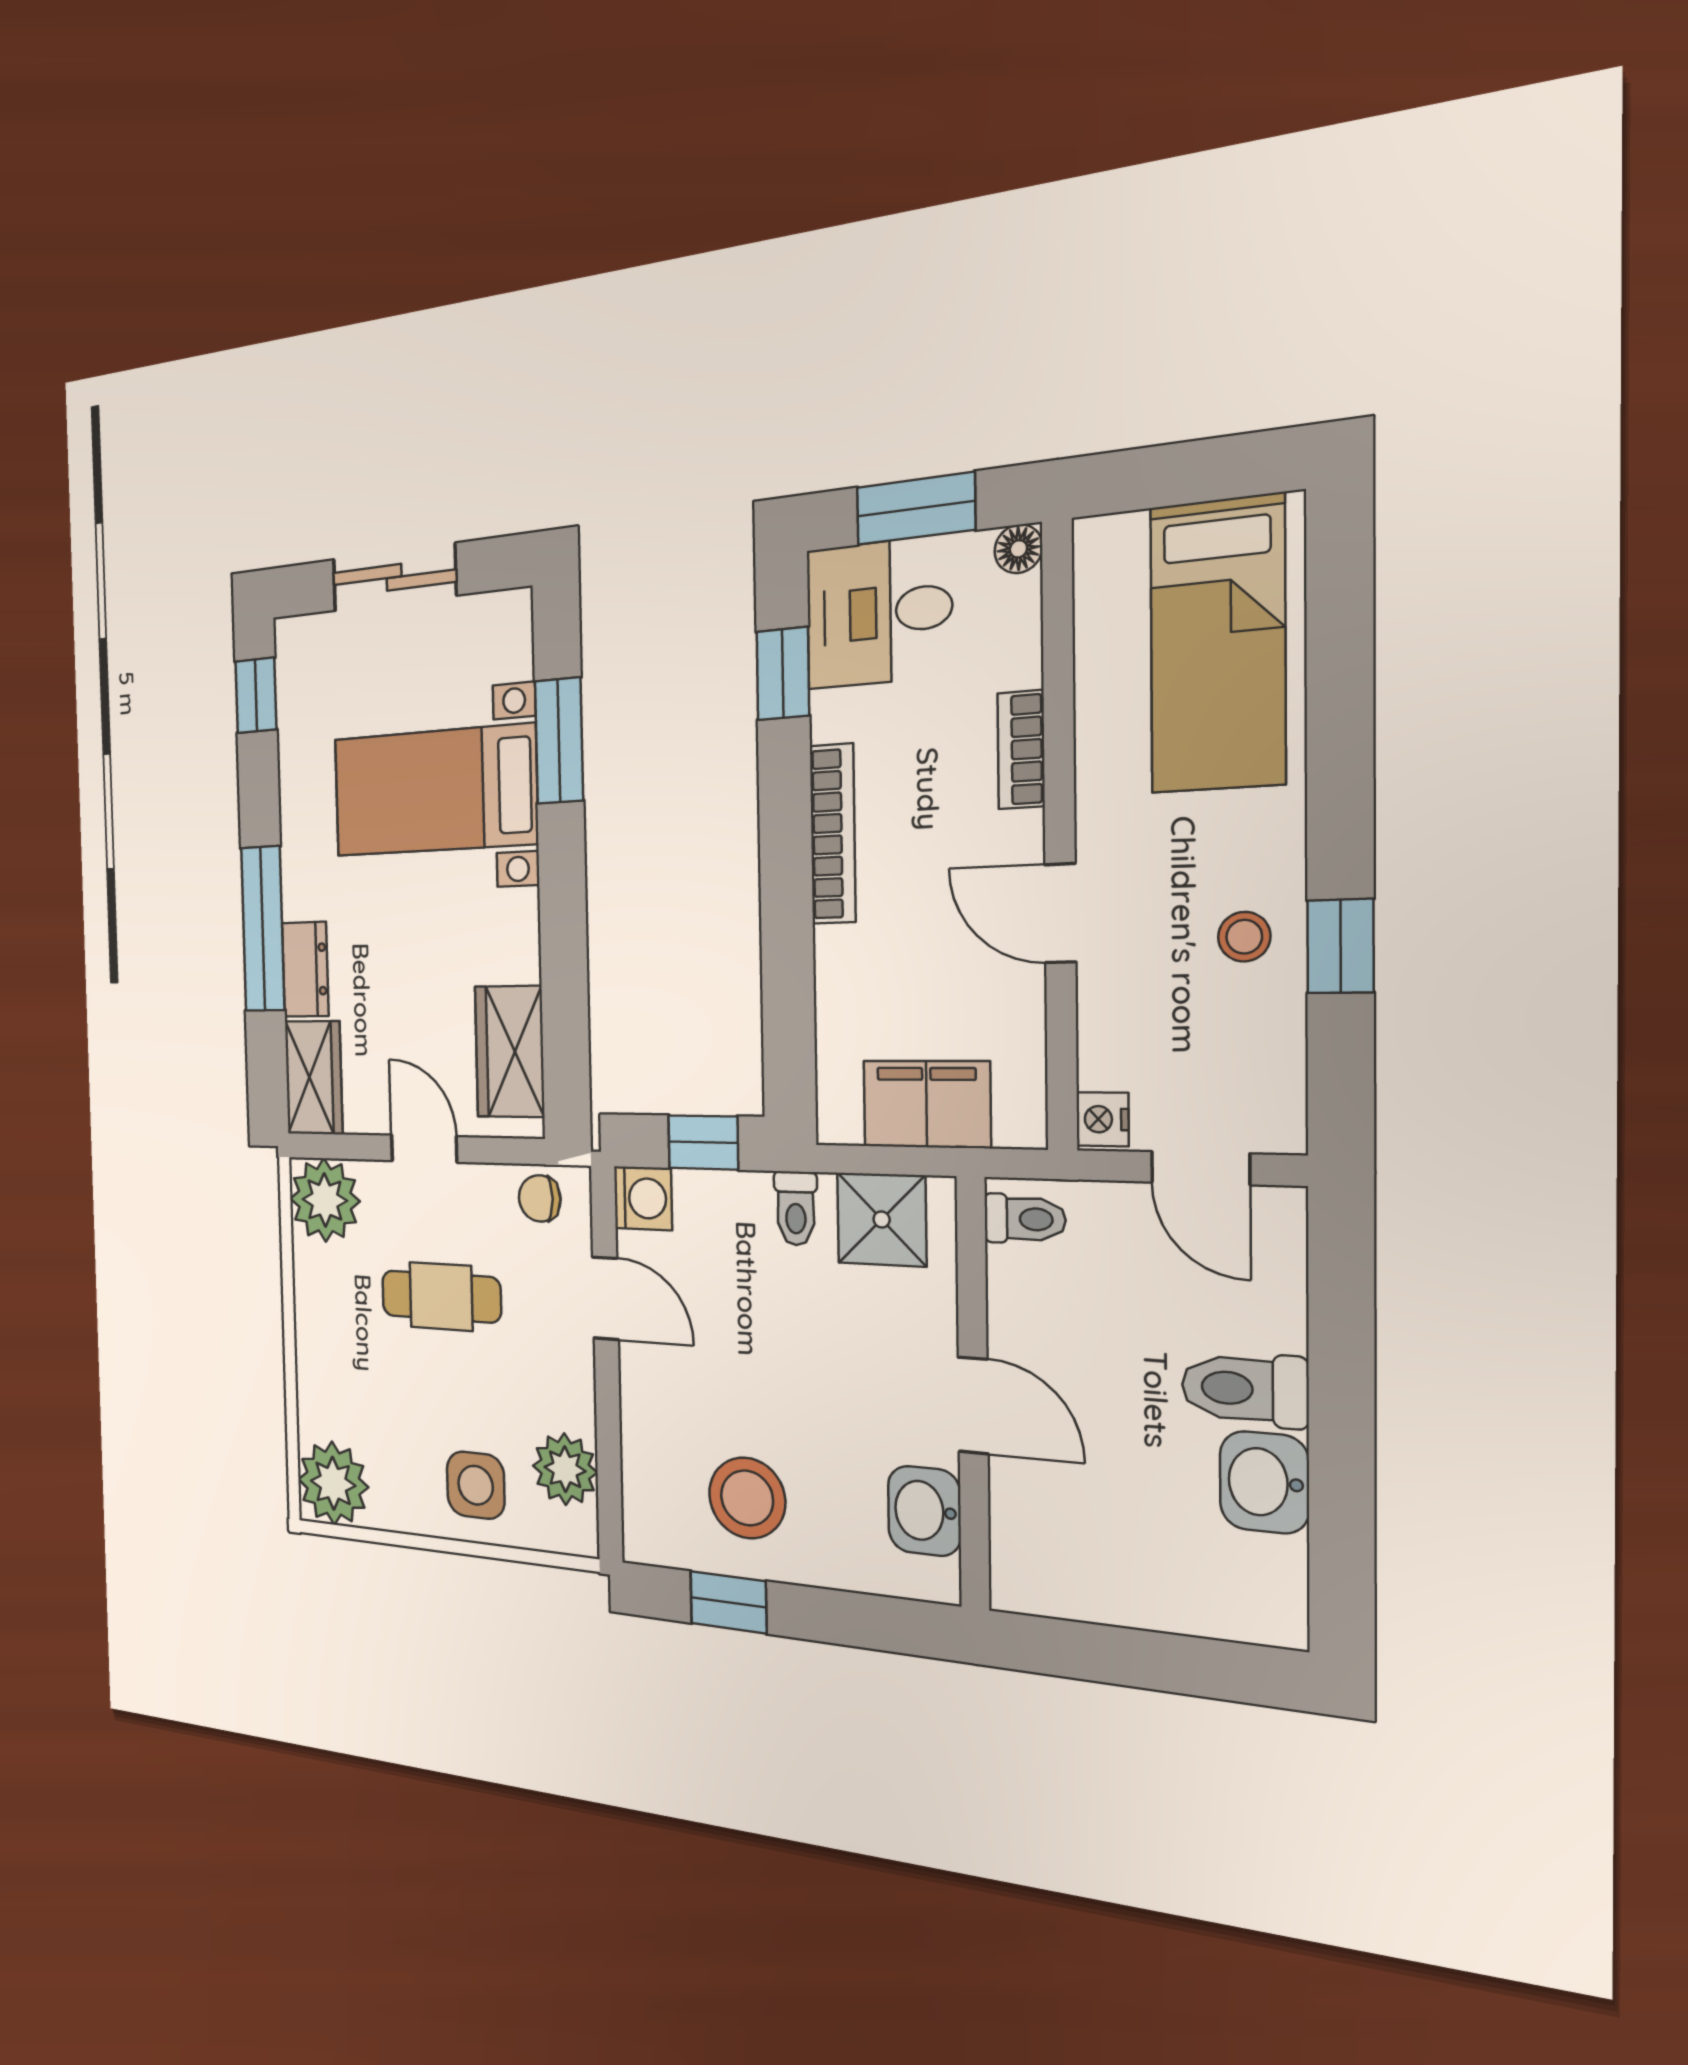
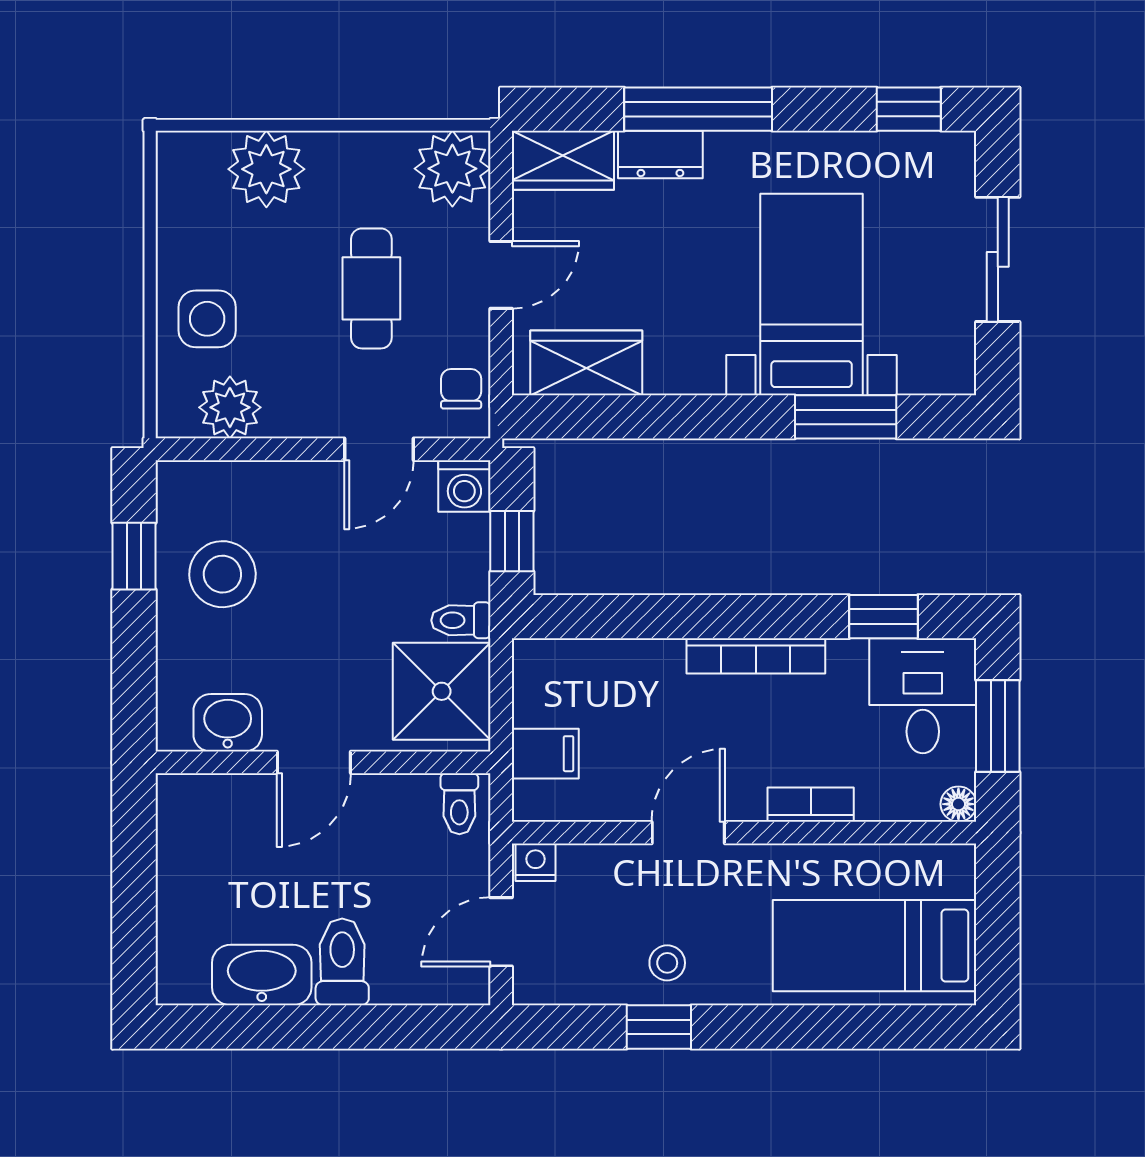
filing cabinet: (927, 1104) -> (545, 754), width x0.50
shower: (882, 1219) -> (442, 691), width x1.36, depth x1.36
washbasin: (1264, 1482) -> (262, 975), width x1.38
plant: (333, 1483) -> (266, 169), moved

